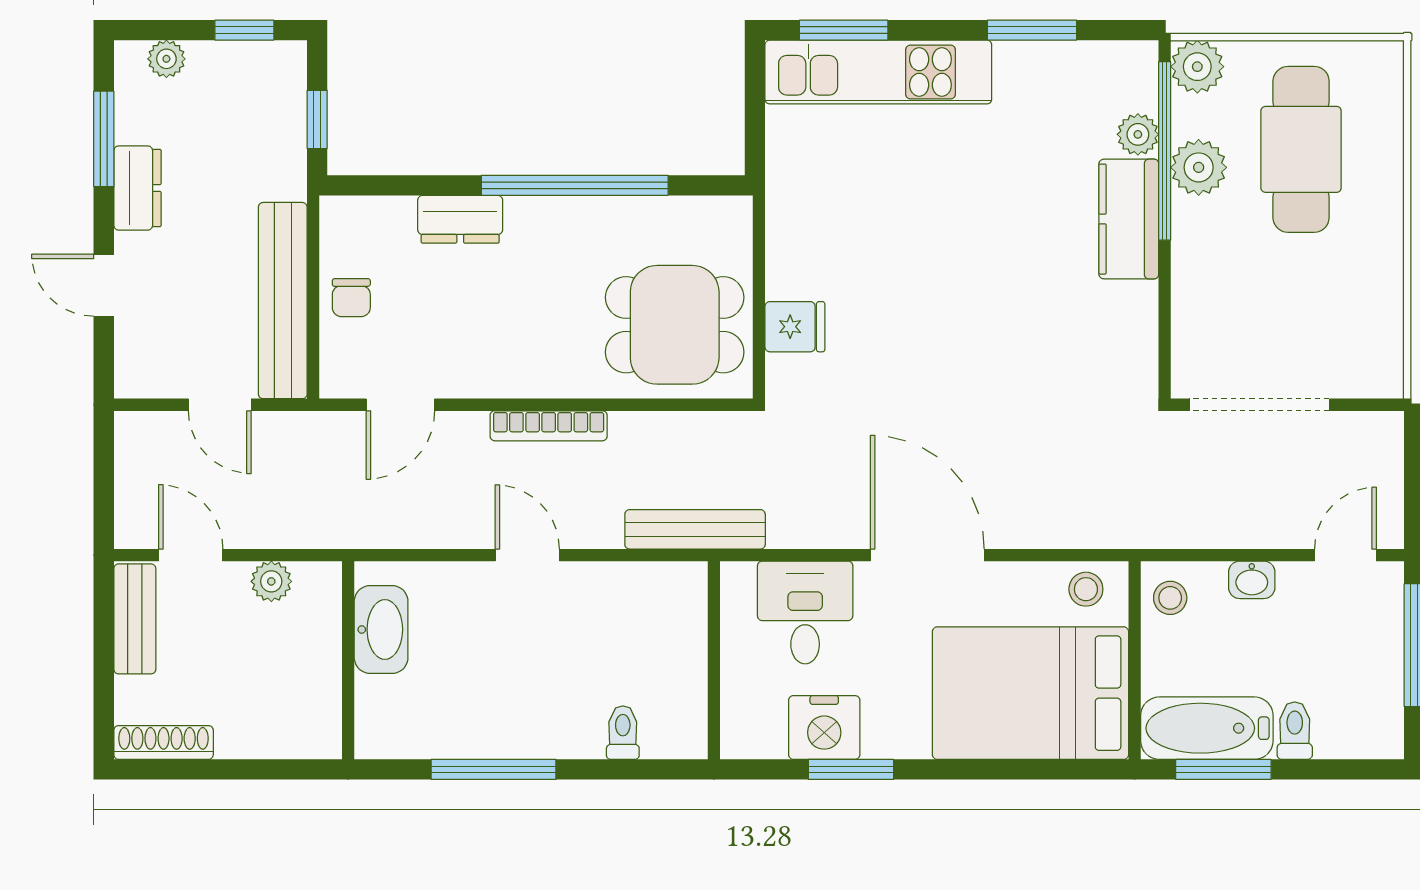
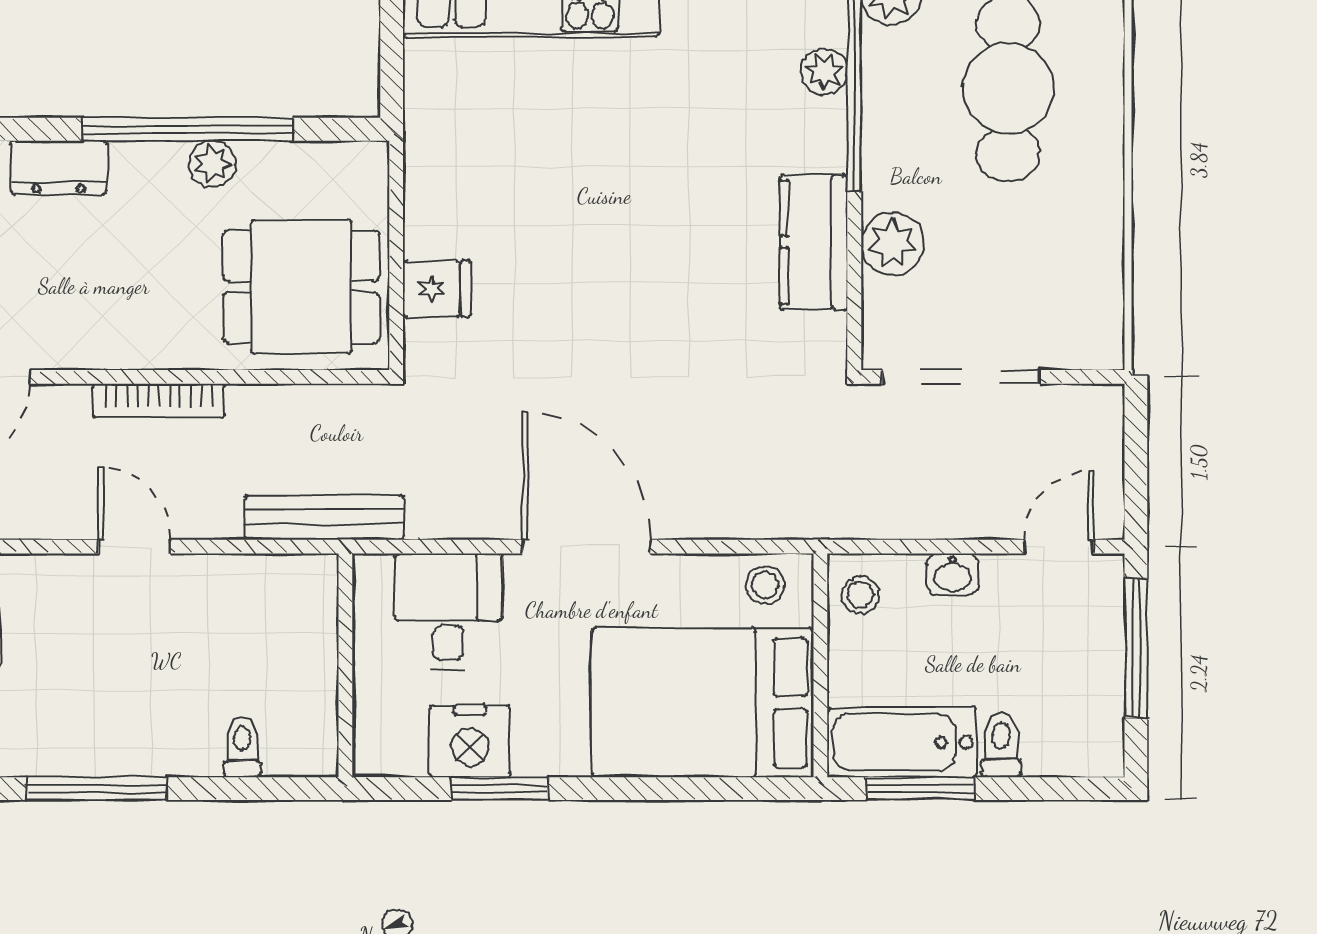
plant: (1199, 167) -> (893, 244), moved
plant: (596, 216) -> (213, 164), added
kitchen counter: (1129, 219) -> (814, 242), moved

